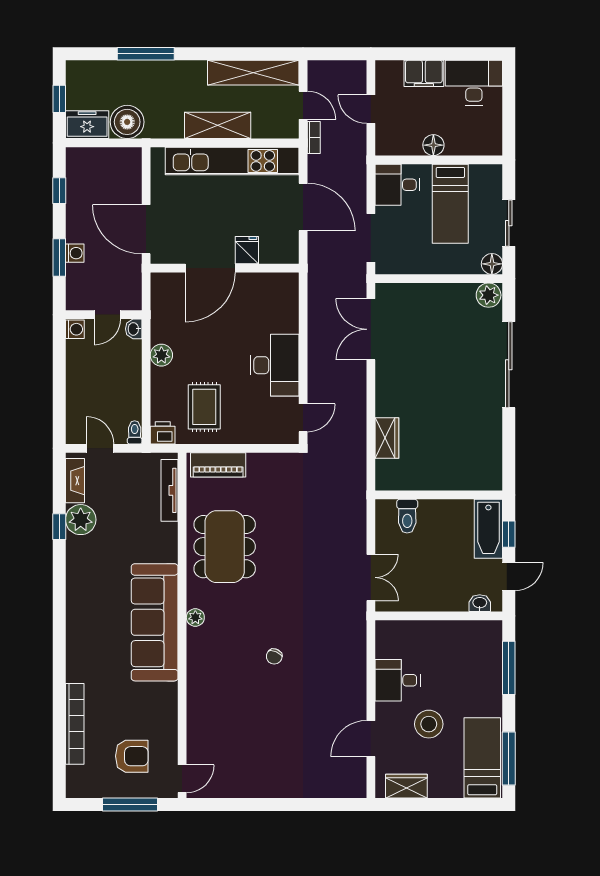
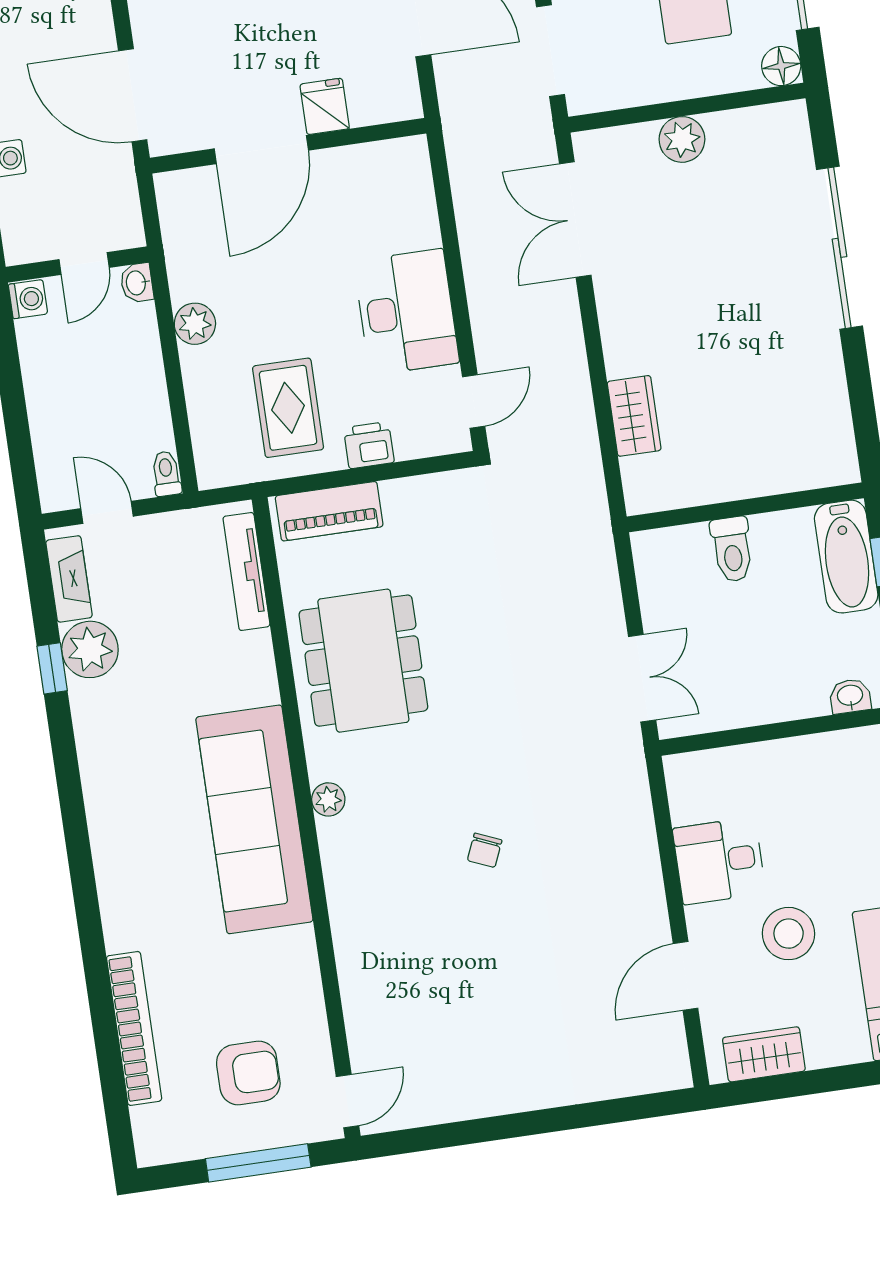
plant: (489, 295) -> (682, 139), moved
printer: (163, 433) -> (369, 445), moved
toilet: (407, 516) -> (732, 549), moved

